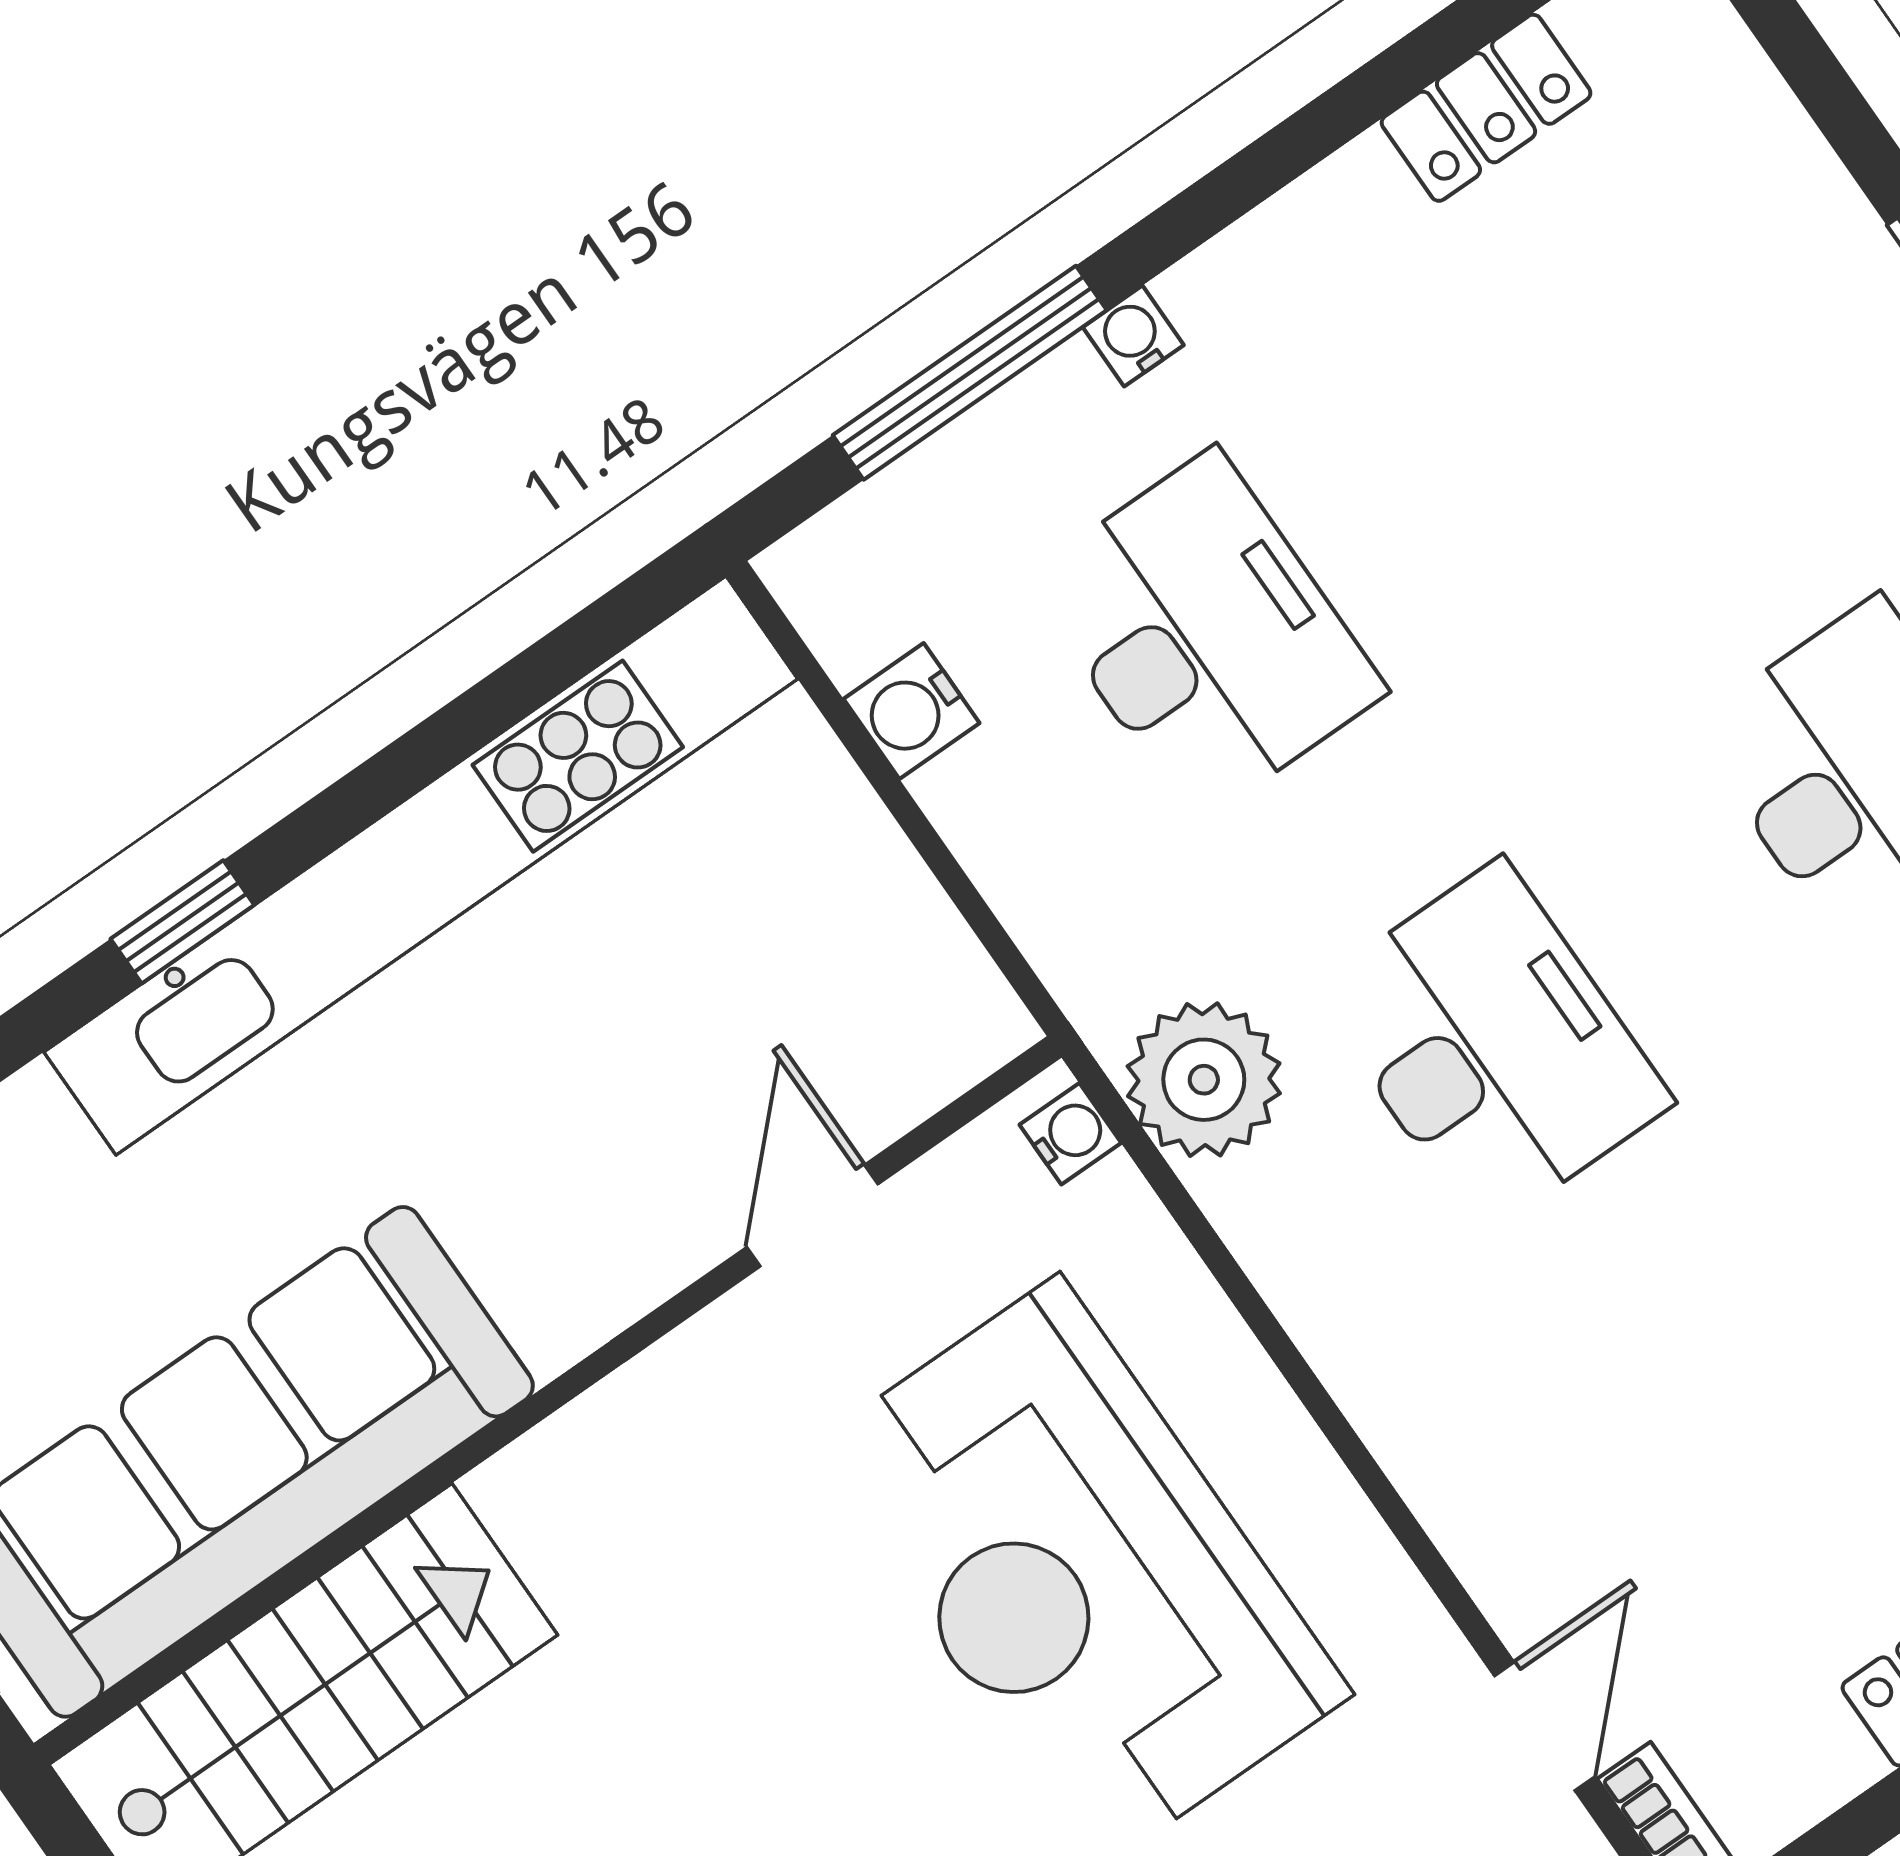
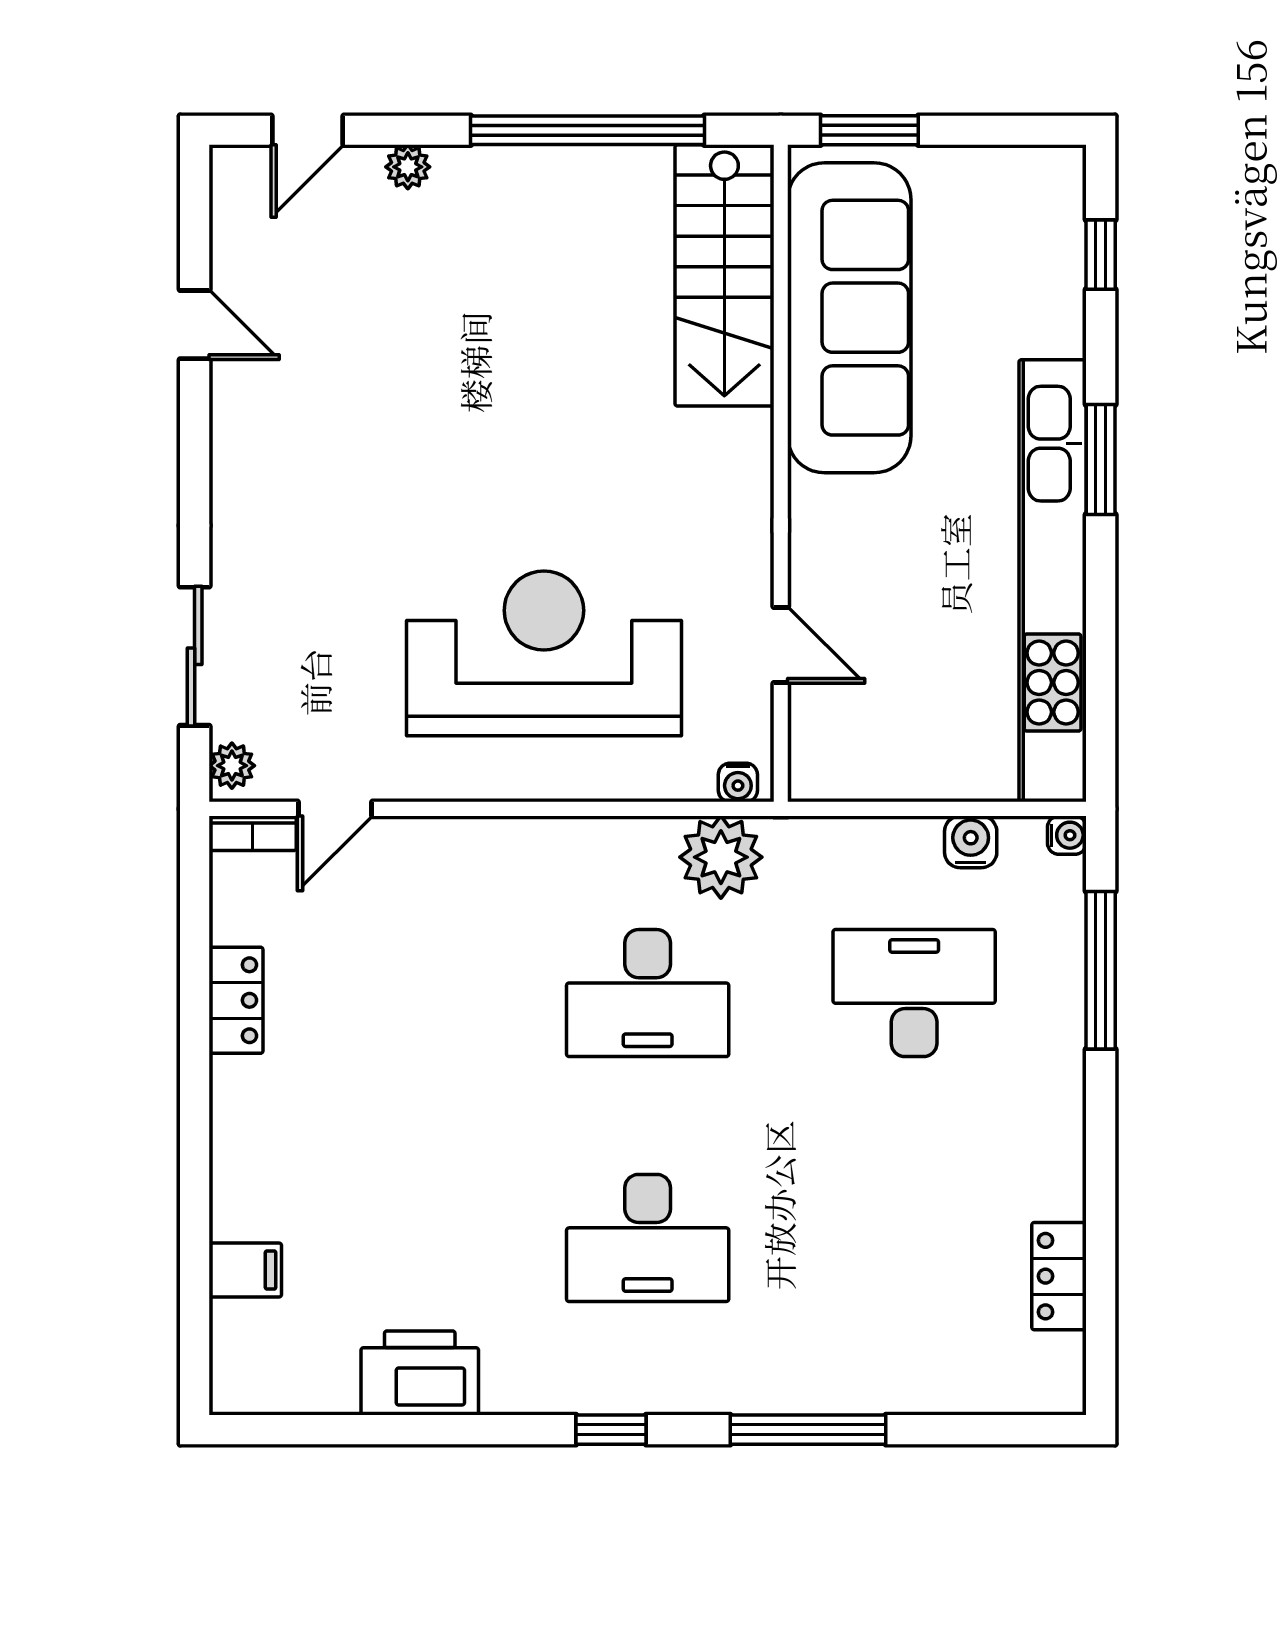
water cooler: (1133, 336) -> (1067, 835), moved
desk: (1206, 636) -> (914, 993), turned 180
window: (182, 922) -> (1101, 460), width x1.50
door: (1544, 1726) -> (335, 809), hinge flipped

